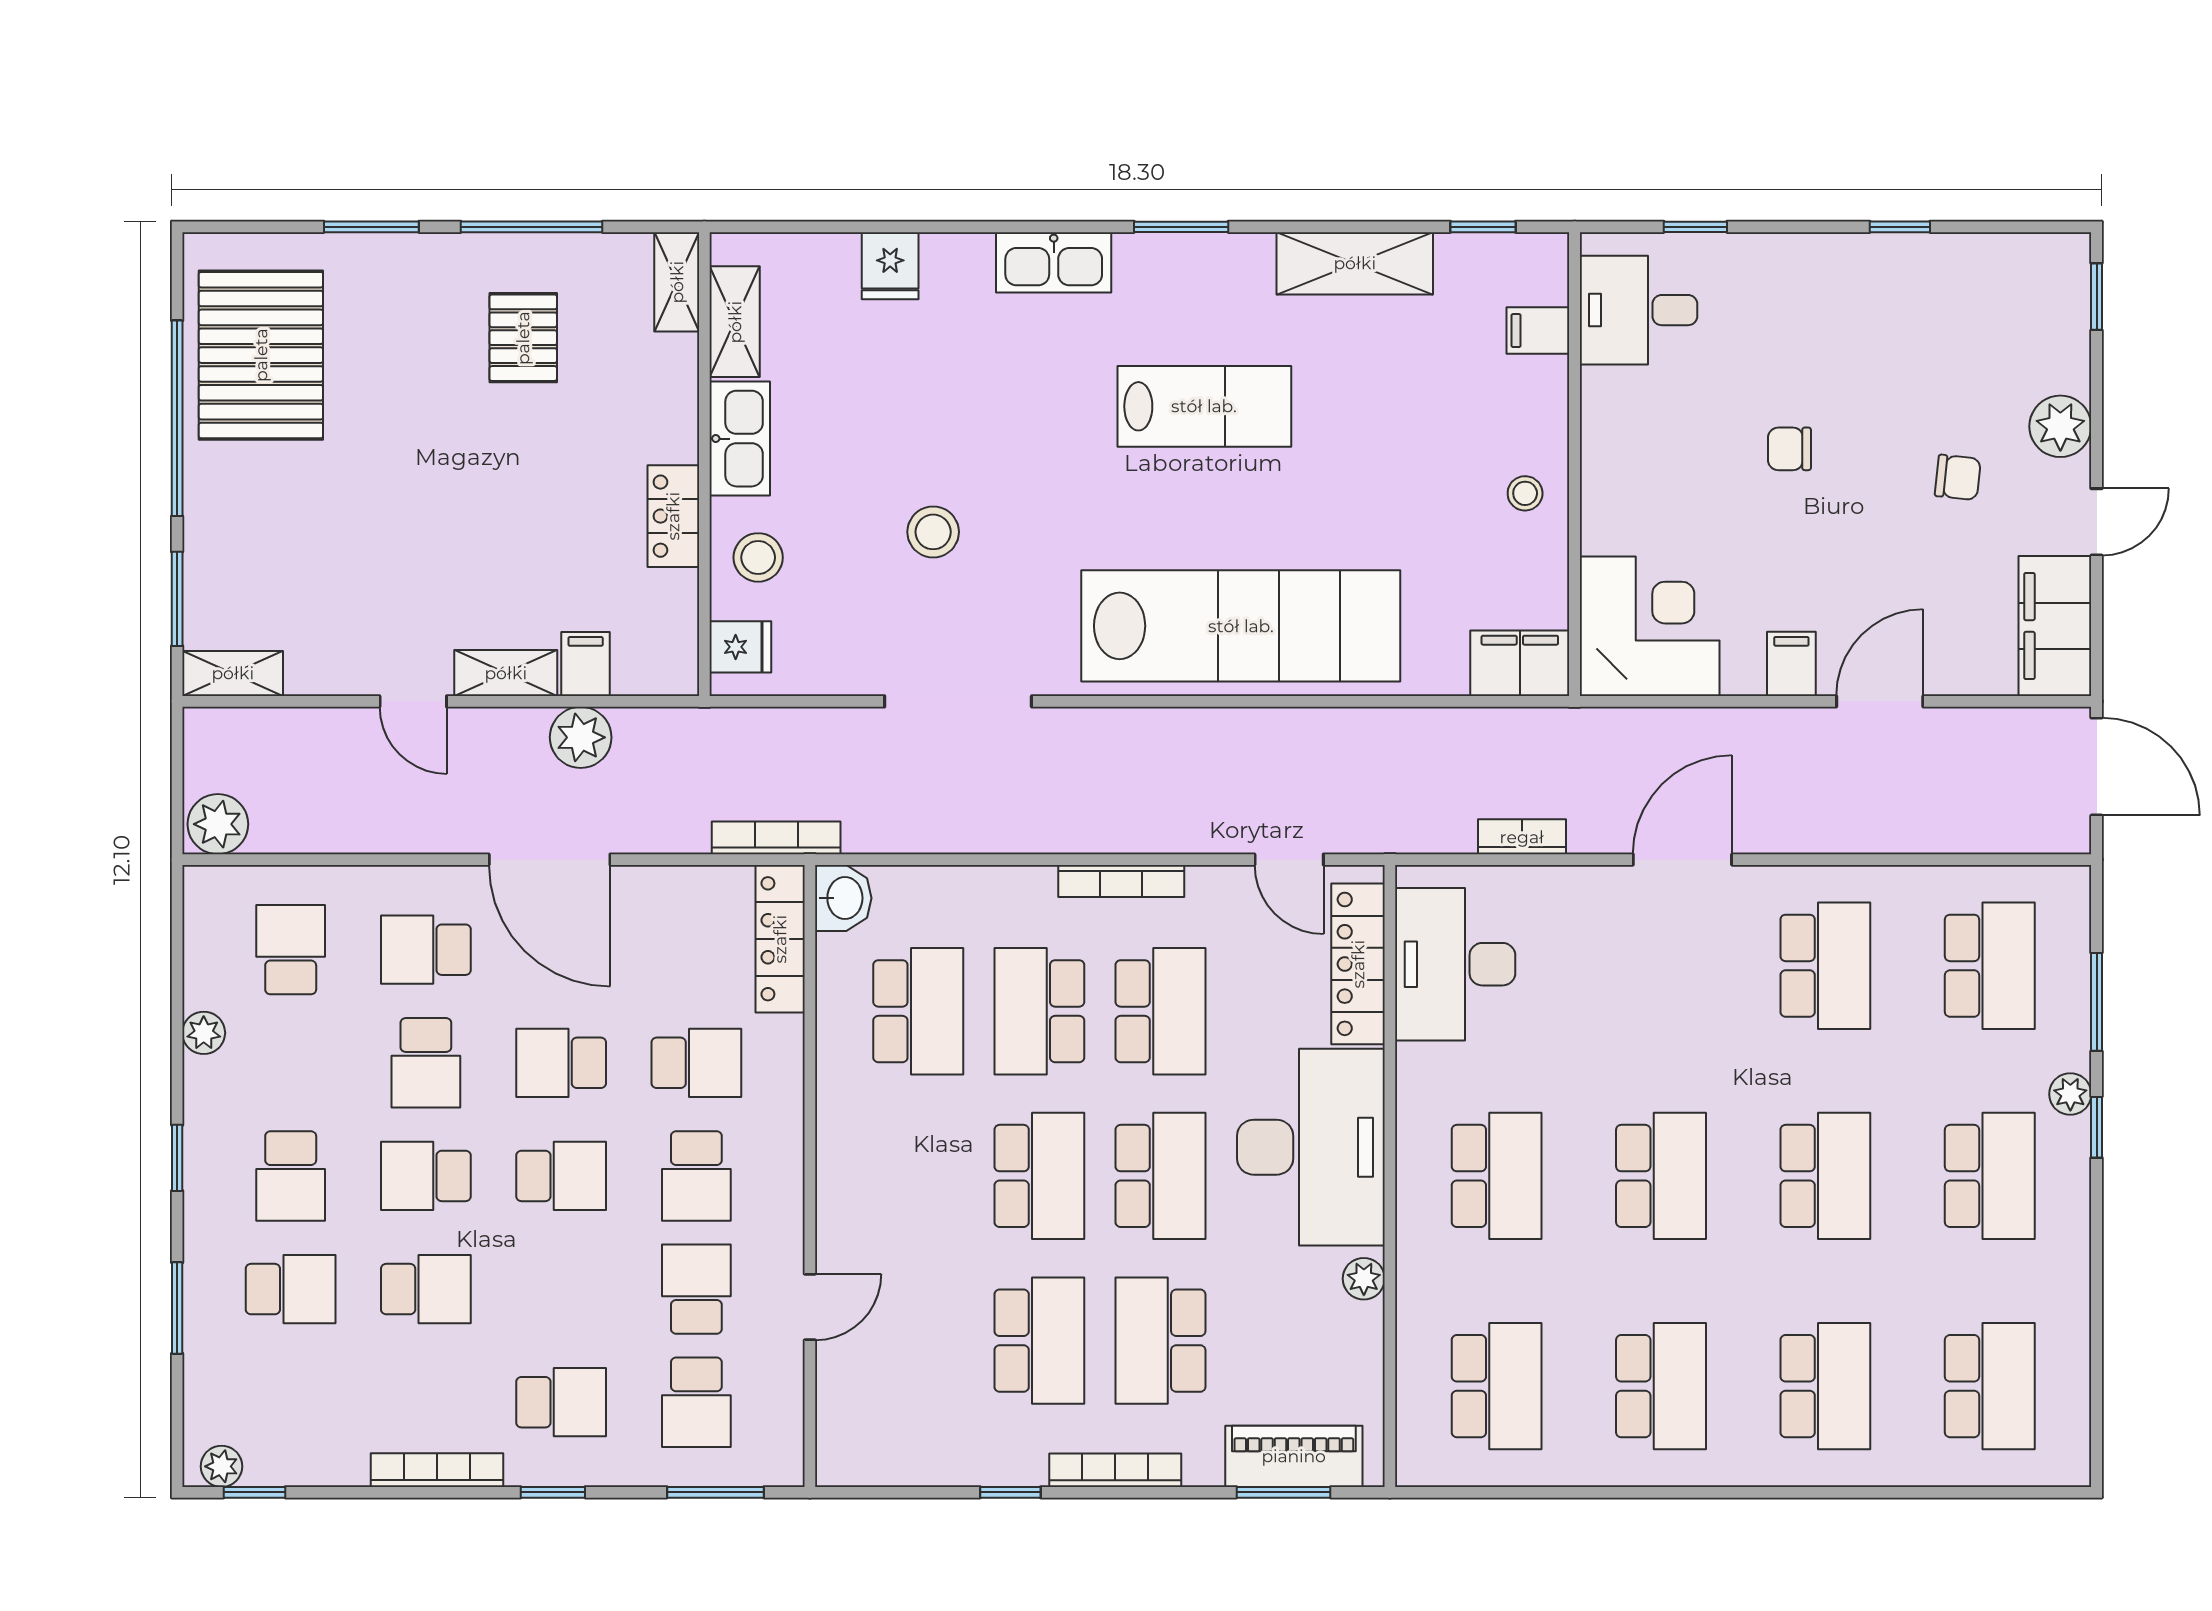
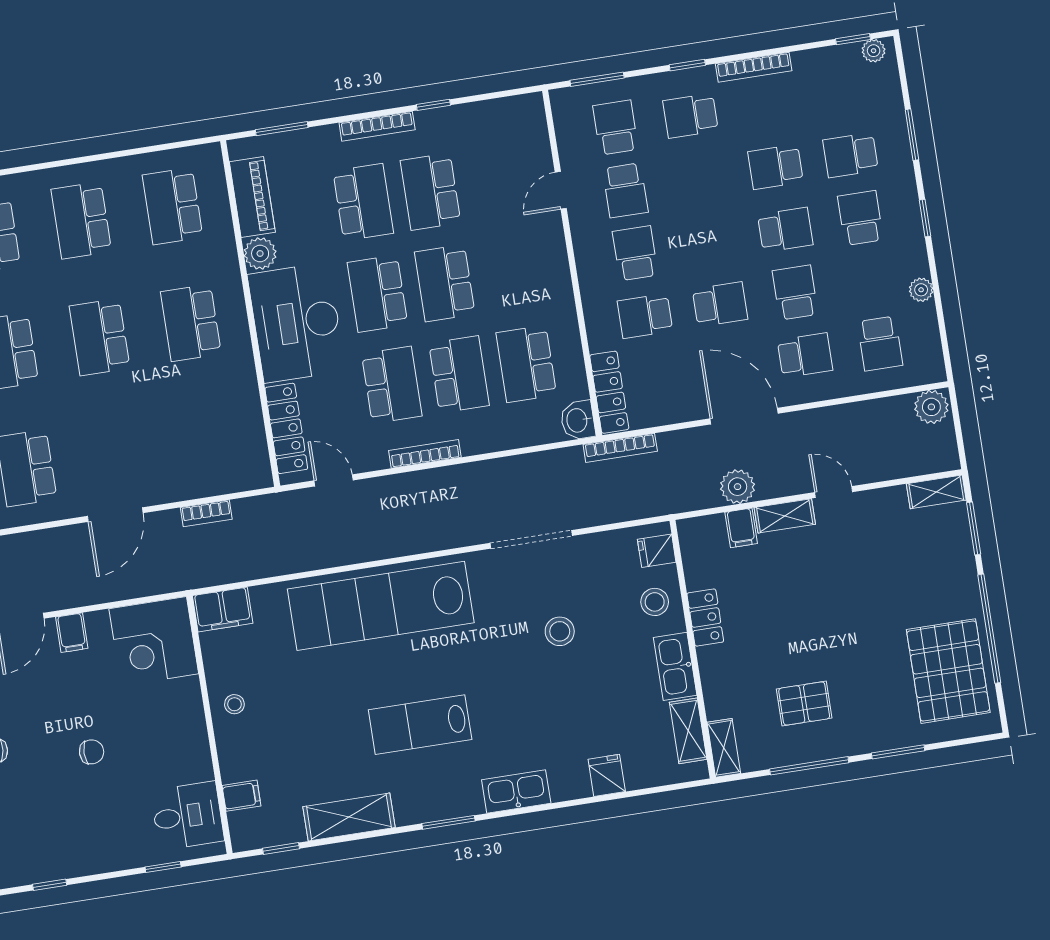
pallet: (523, 338) -> (804, 704), turned 90
desk: (1455, 964) -> (232, 437), removed
school desk: (1160, 1011) -> (392, 385), turned 180
school desk: (561, 1176) -> (710, 241), removed
plant: (1364, 1279) -> (260, 254), width x1.38, depth x1.38
piano: (1294, 1456) -> (252, 197), moved, turned -90

